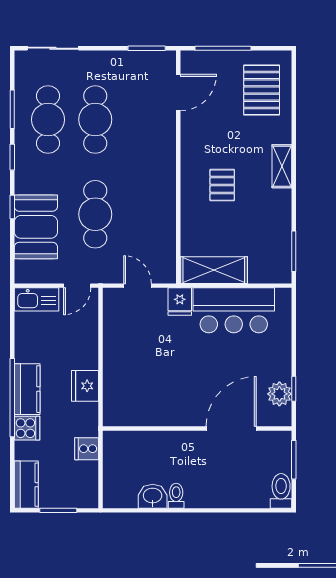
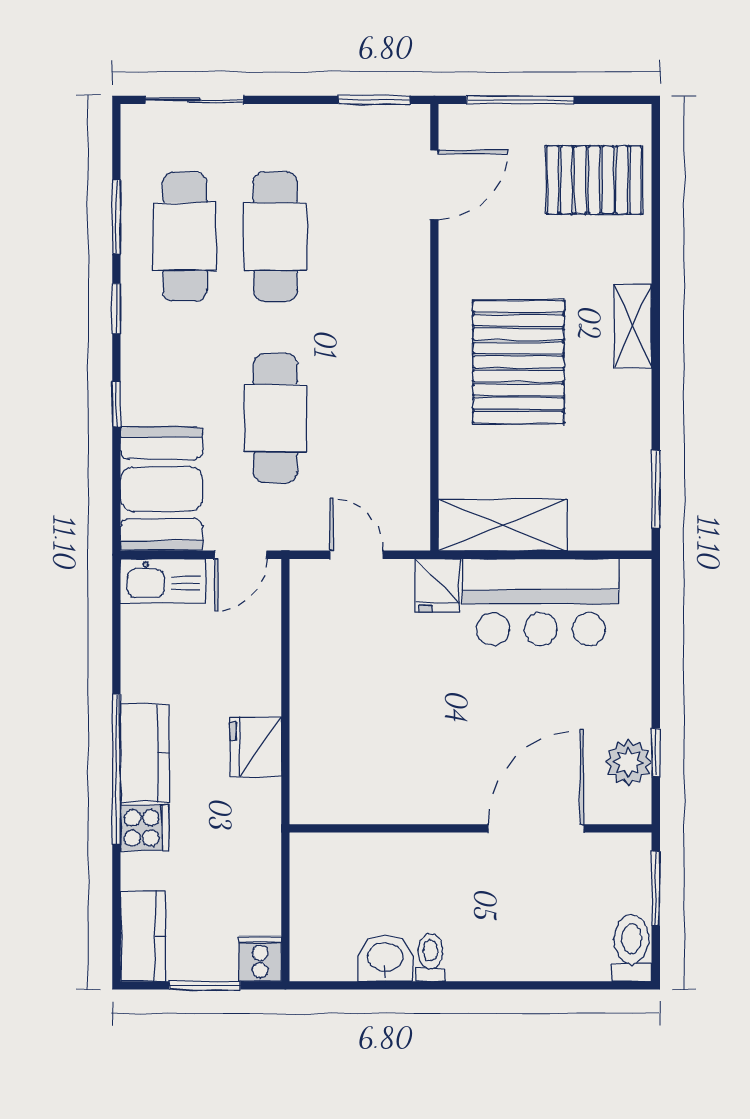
pallet: (262, 90) -> (594, 180), turned 90
pallet: (222, 185) -> (519, 362), width x2.05, depth x2.00
booth: (36, 227) -> (162, 489), moved
cooker: (87, 449) -> (260, 959), moved, turned 90

